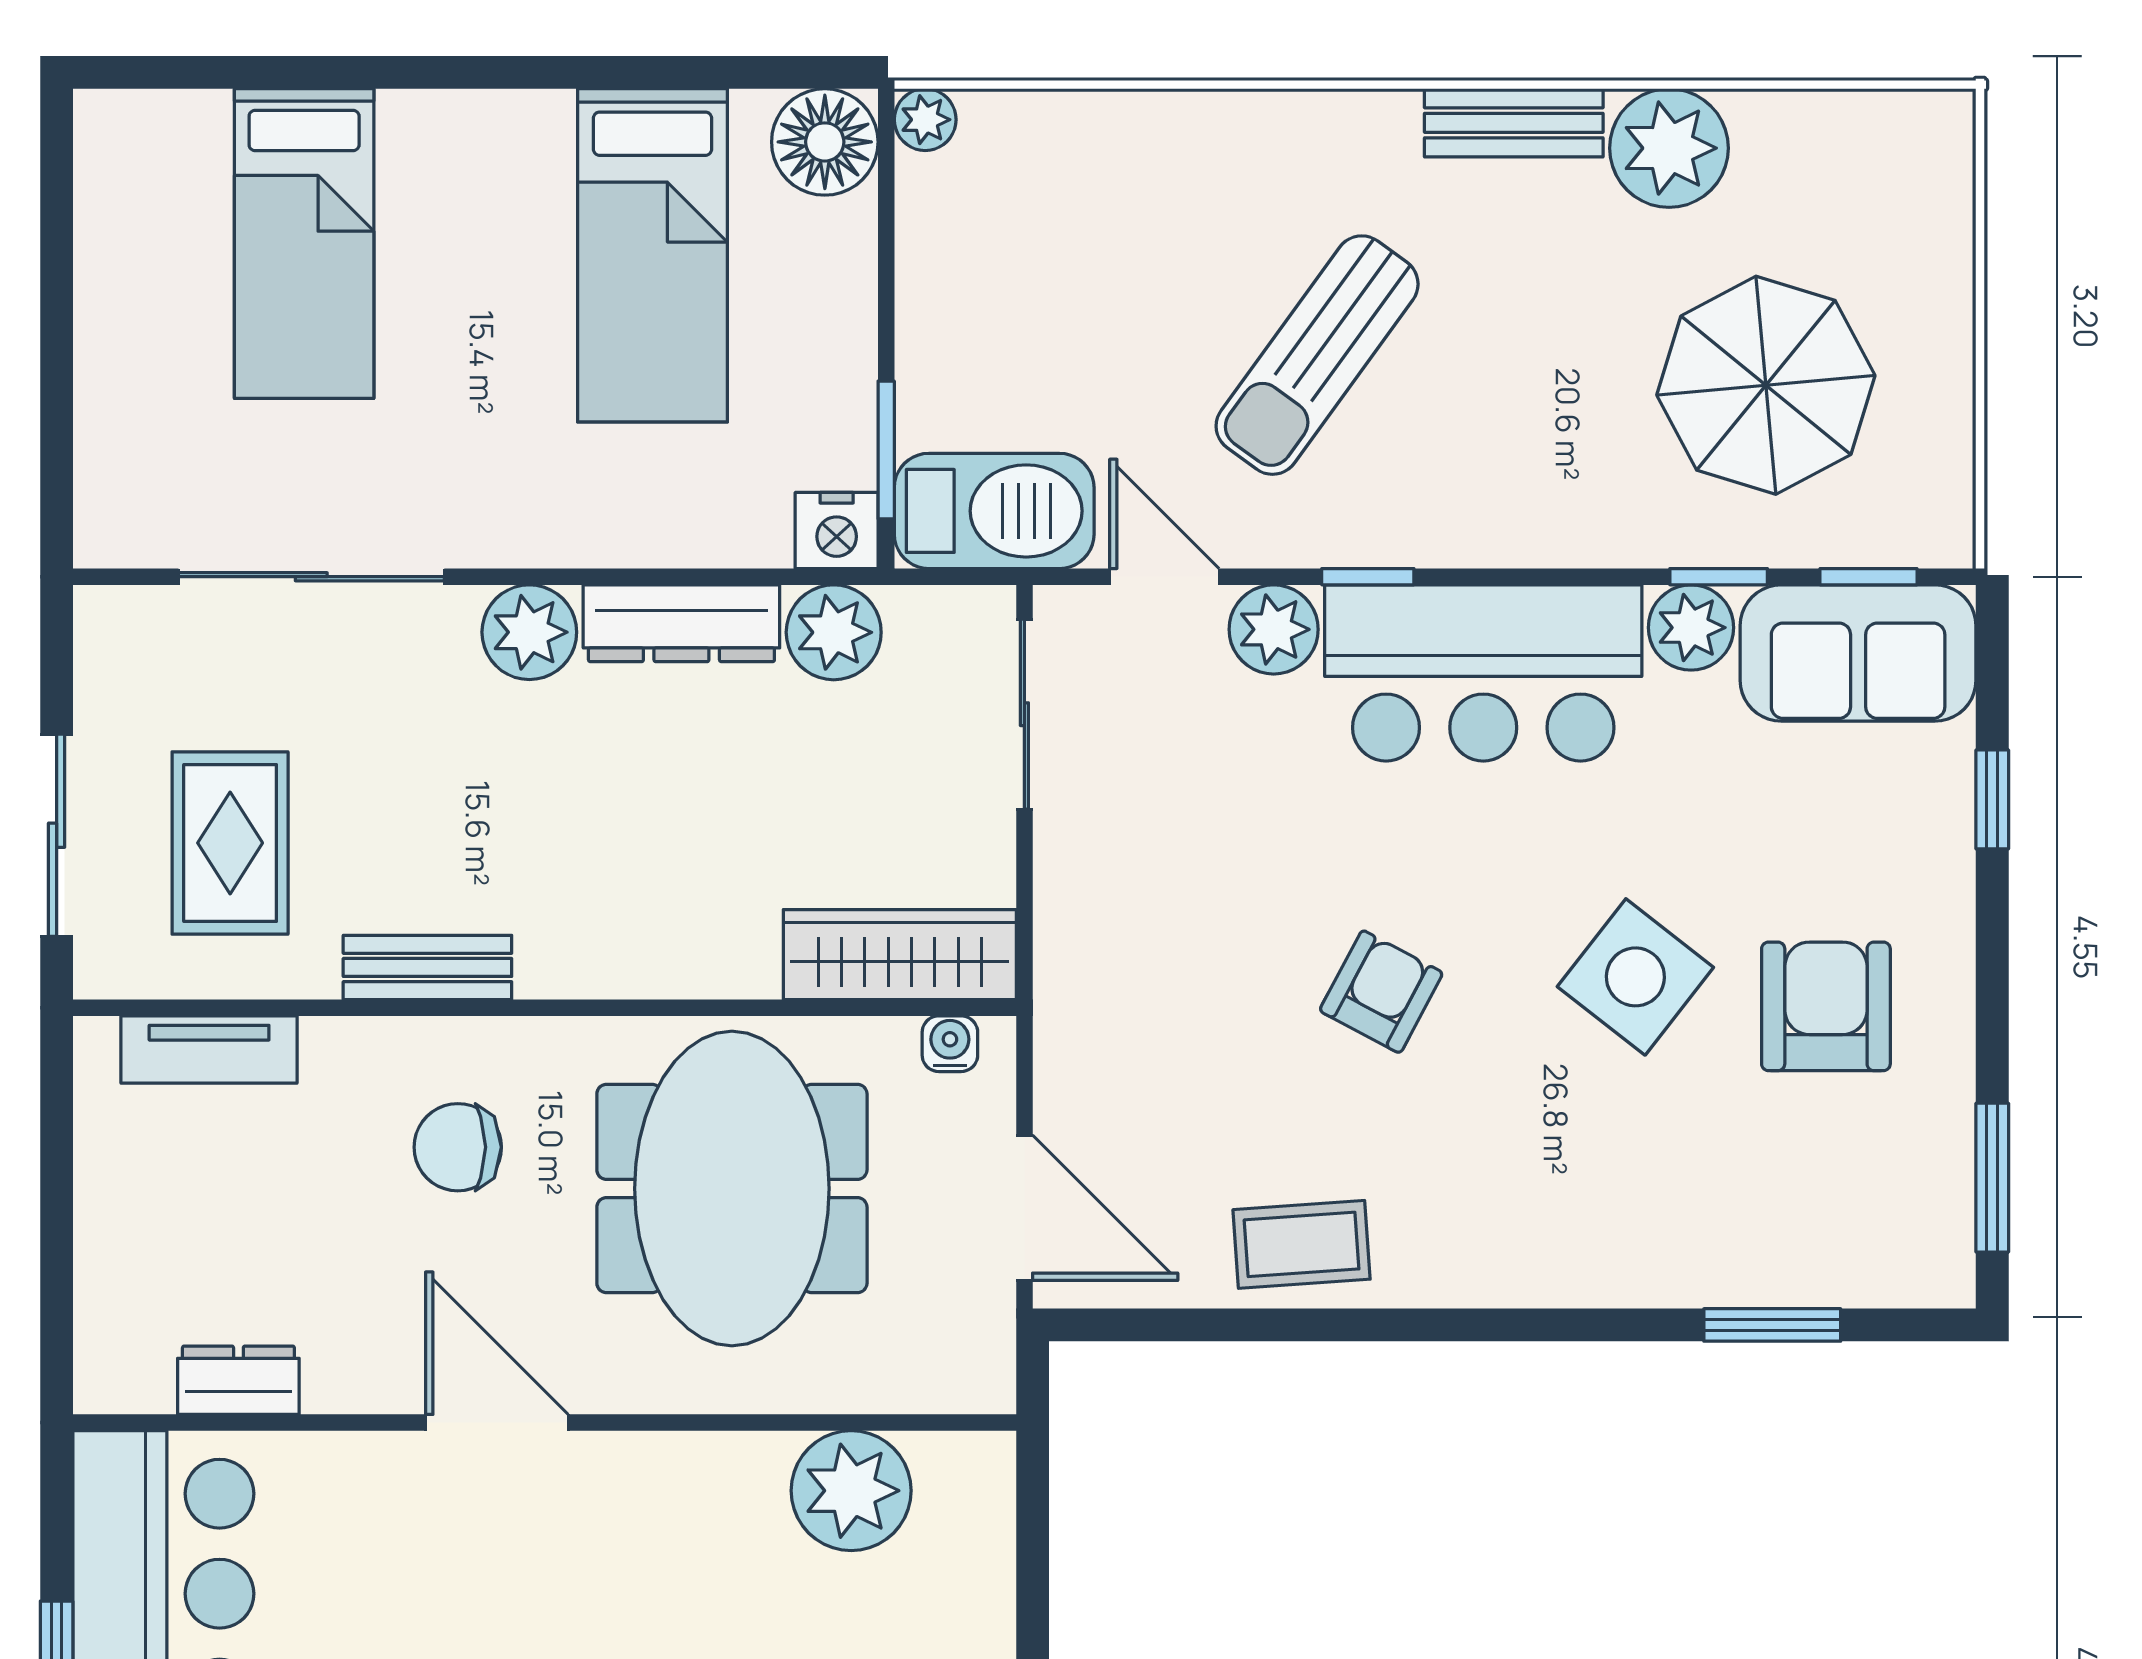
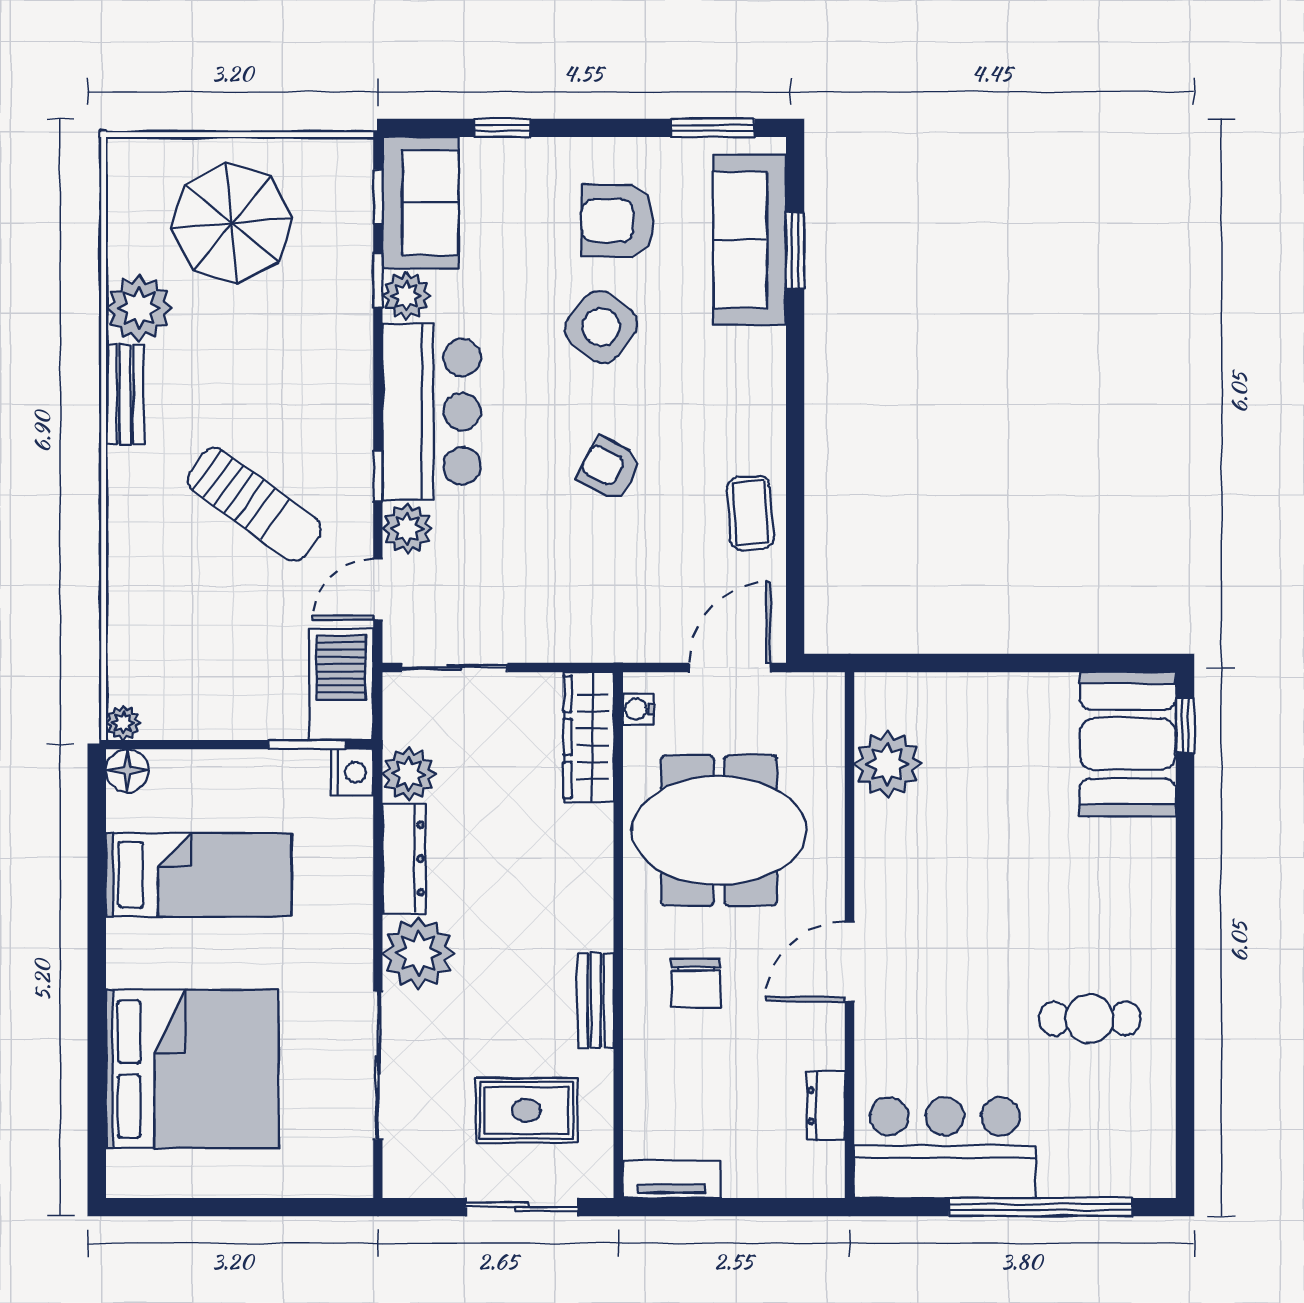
floor lamp: (825, 142) -> (127, 771), width x0.73, depth x0.73
bed: (304, 244) -> (192, 1069), width x2.04
parasol: (1766, 385) -> (232, 223), moved
plant: (529, 632) -> (418, 953), width x1.36, depth x1.36
tv unit: (209, 1050) -> (672, 1179), moved, turned -90
sofa: (1791, 1244) -> (750, 240), added

